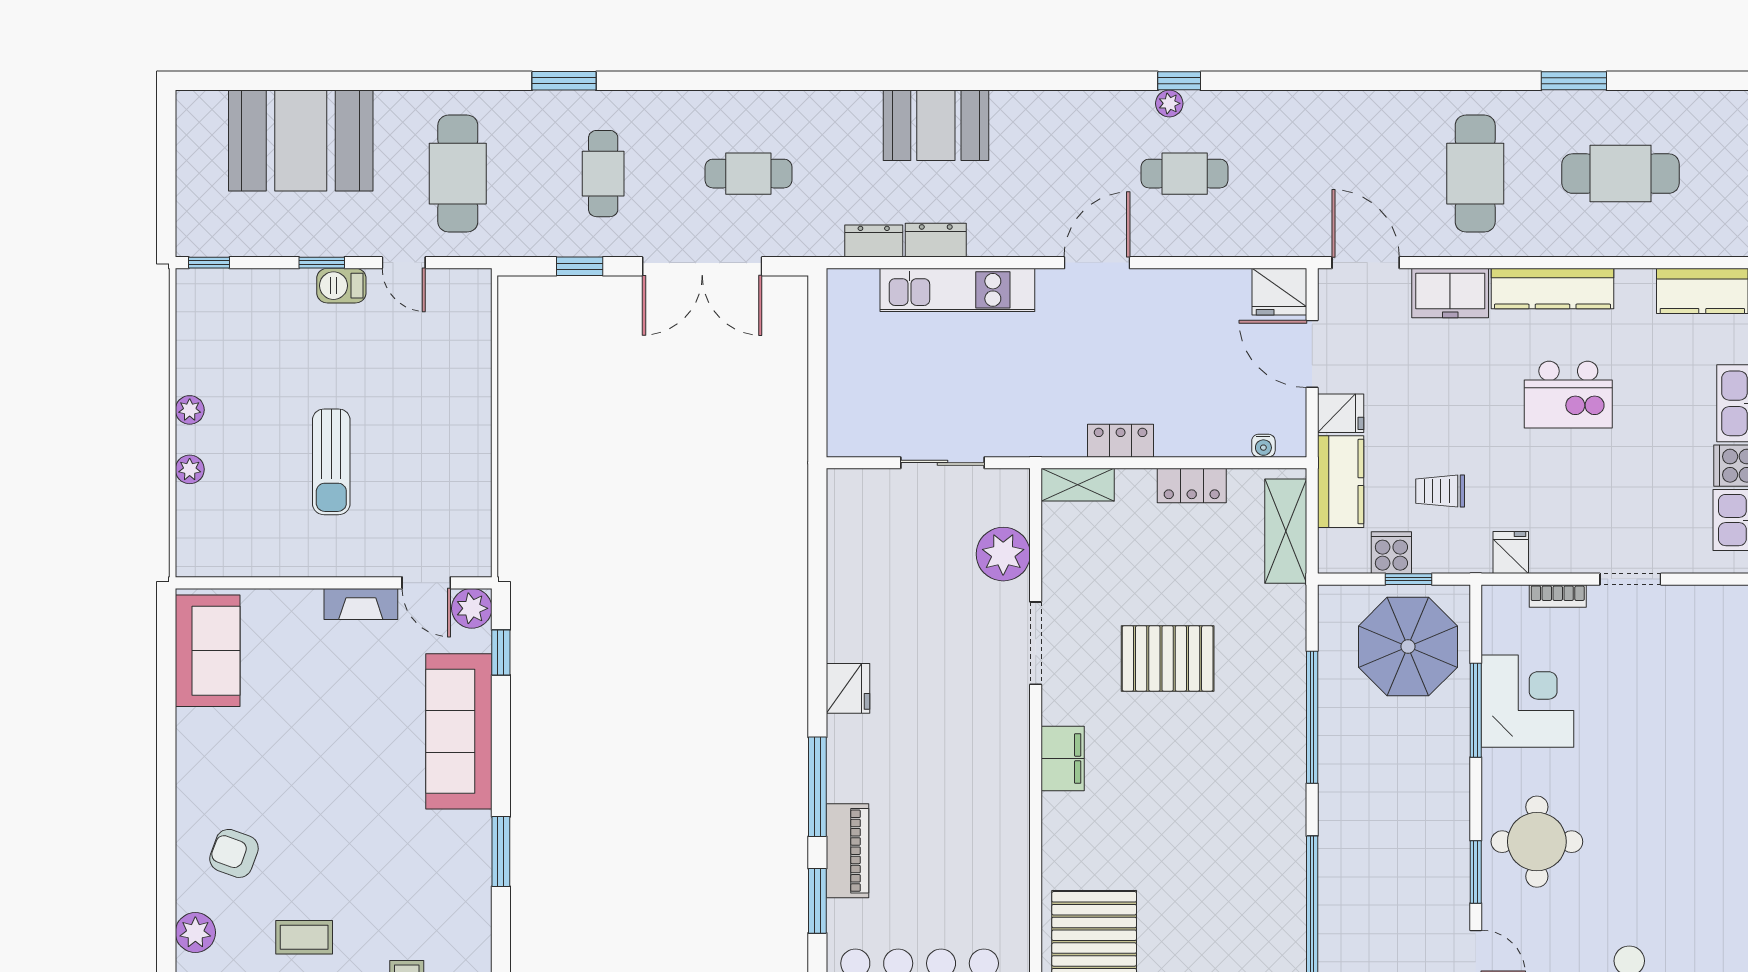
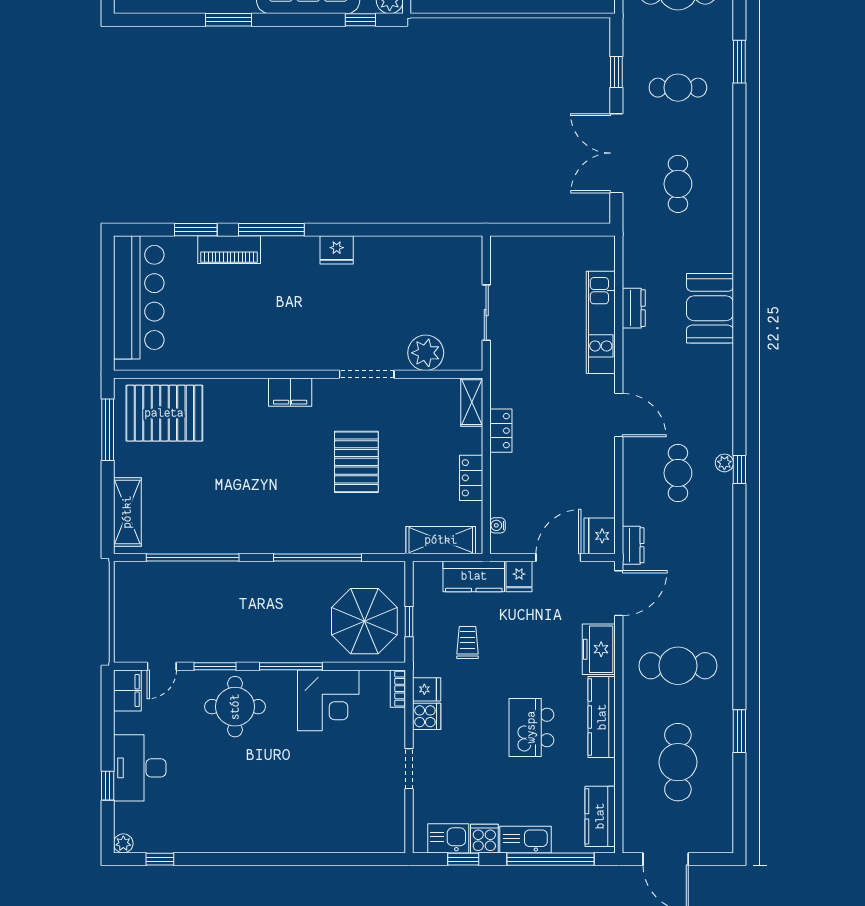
dresser: (874, 241) -> (633, 545), moved
cooker: (1391, 553) -> (427, 716), moved
bookcase: (1558, 596) -> (398, 689), moved
window: (1476, 710) -> (291, 666), moved

